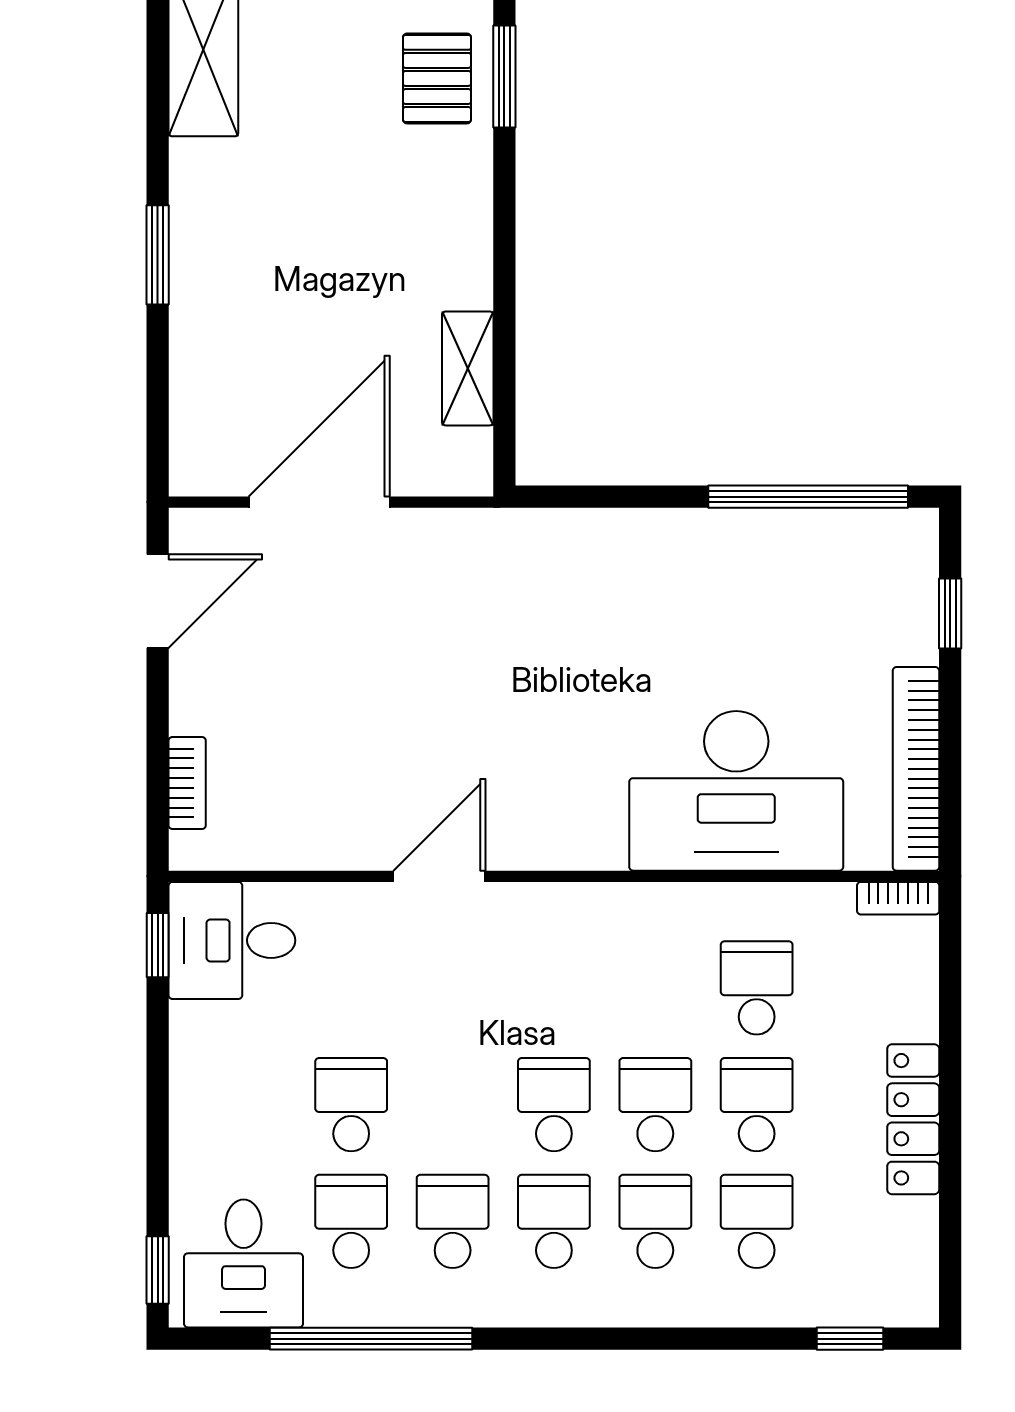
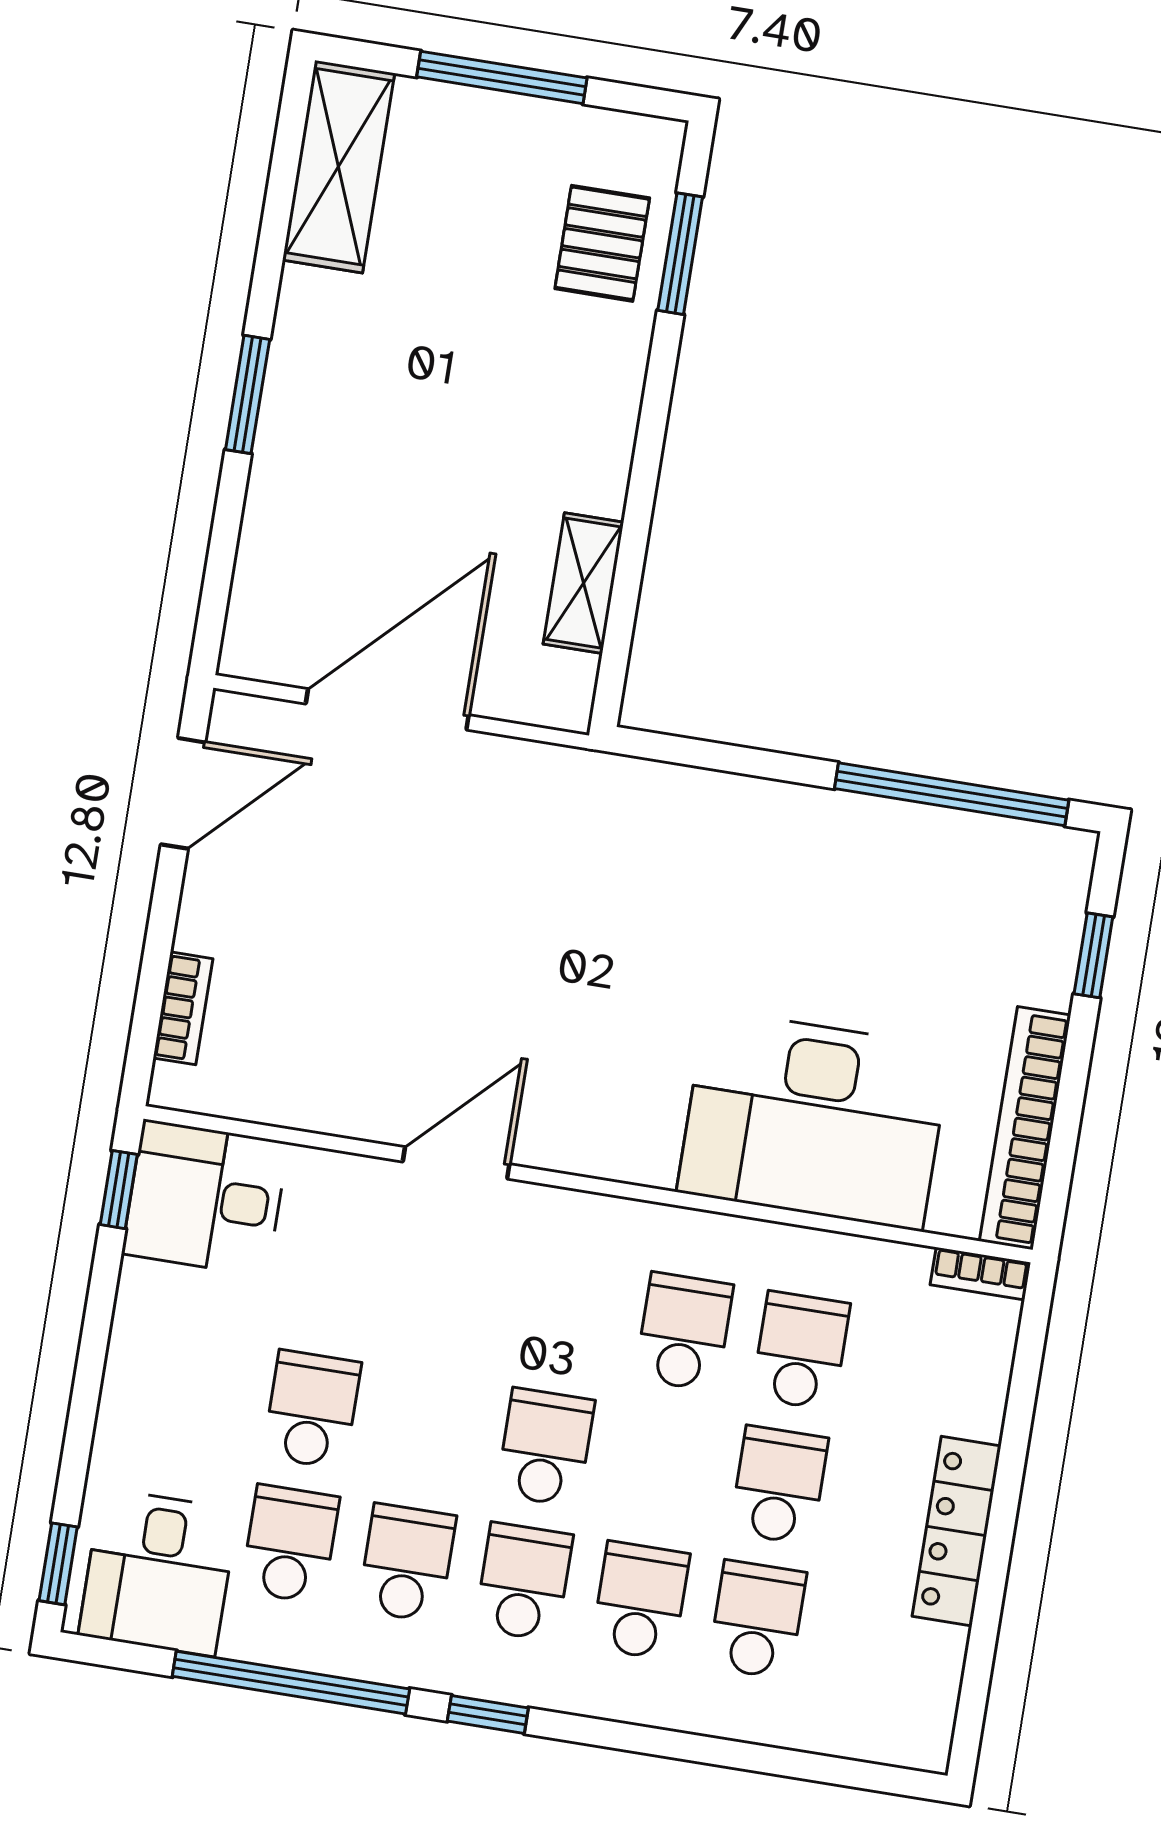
school desk: (655, 1105) -> (684, 1332), moved
window: (850, 1339) -> (488, 1714), moved

